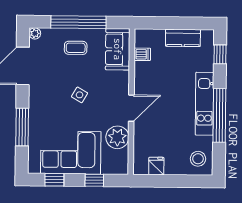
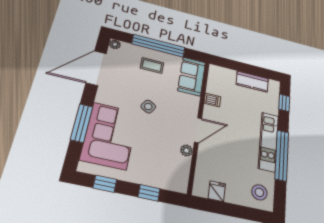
dishwasher: (142, 54) -> (212, 100), moved
plant: (117, 137) -> (186, 150), width x0.53, depth x0.53
corner sofa: (71, 153) -> (110, 136), moved, turned 90

